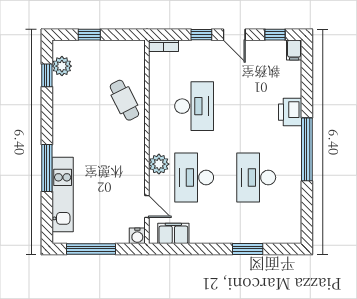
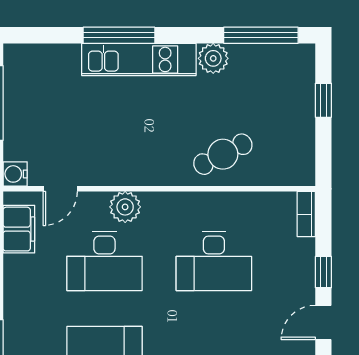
plant: (62, 66) -> (213, 58), moved
window: (47, 75) -> (261, 35), width x2.17
desk: (194, 177) -> (104, 261), turned 180
kitchen unit: (63, 194) -> (139, 59), moved

